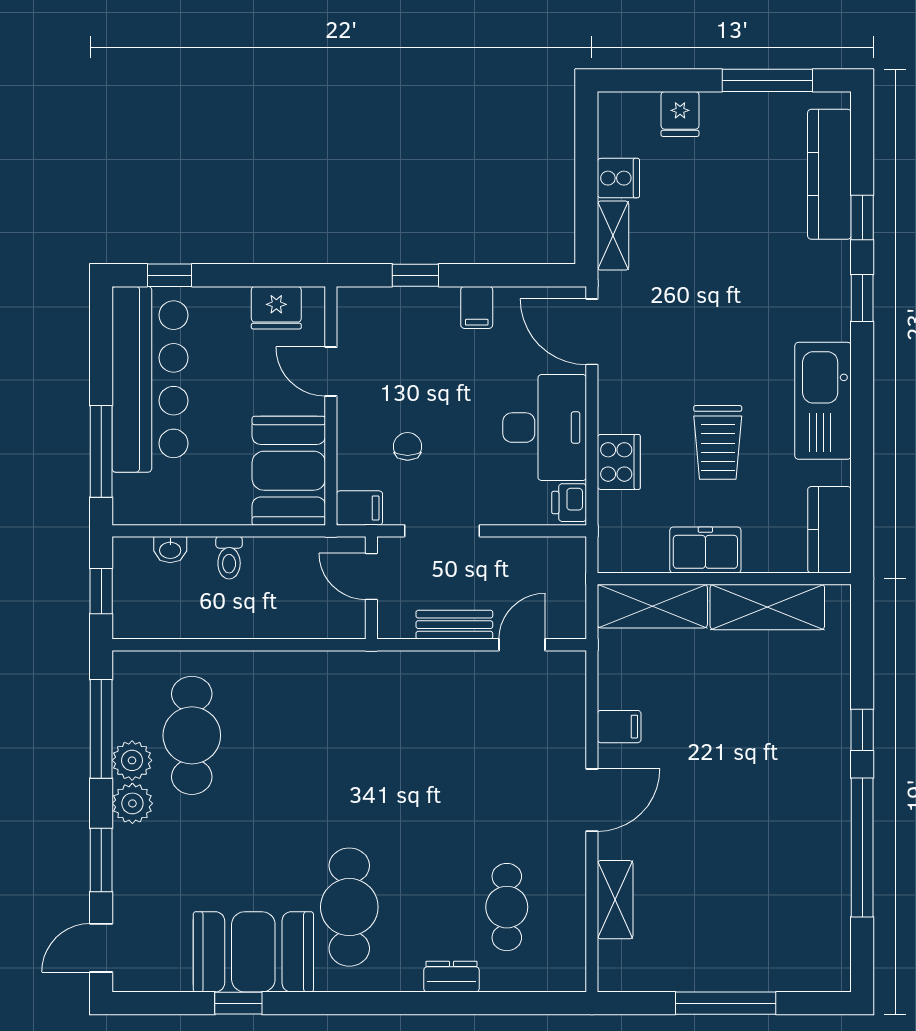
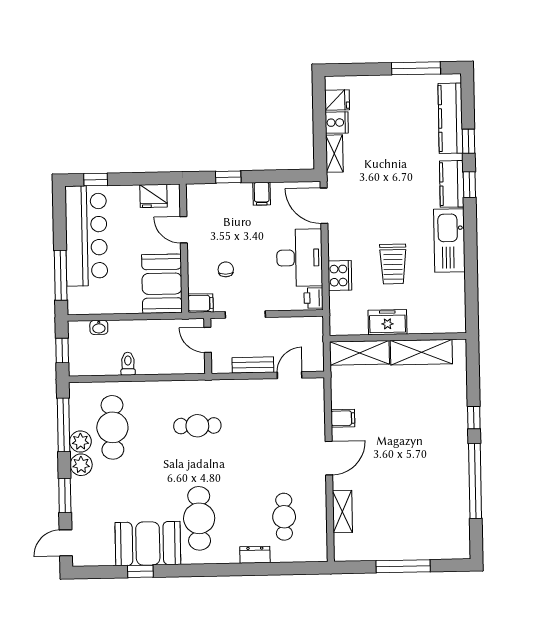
fridge: (680, 114) -> (337, 100), moved, turned -90
kitchen counter: (829, 530) -> (452, 184), moved
toilet: (229, 558) -> (128, 364), moved, turned 180
cafe table: (349, 735) -> (197, 426), added

